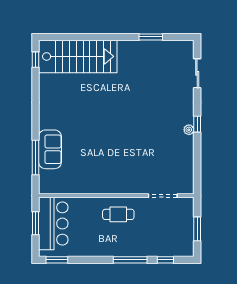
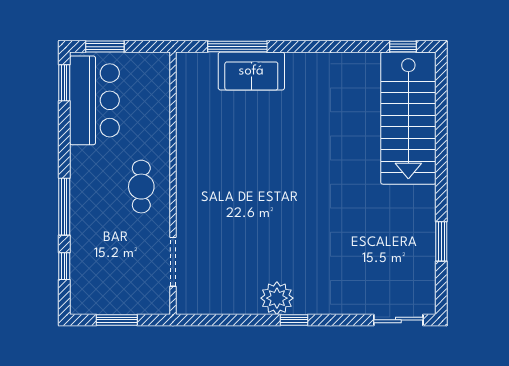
sliding door: (197, 73) -> (398, 320), moved
plant: (189, 130) -> (277, 298), width x1.88, depth x1.88
window: (36, 223) -> (105, 47), moved
bar counter: (53, 224) -> (94, 100), moved, turned -90

